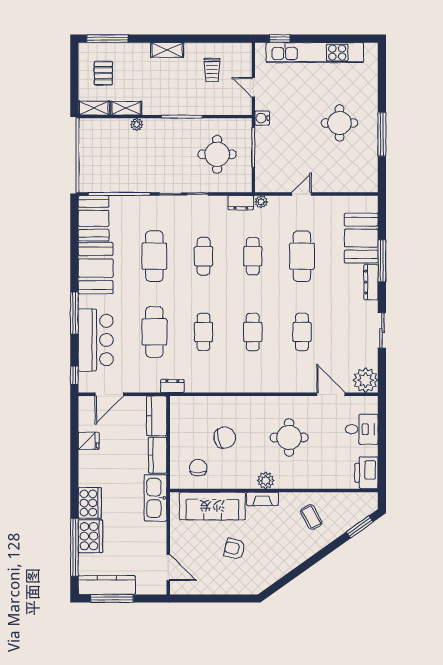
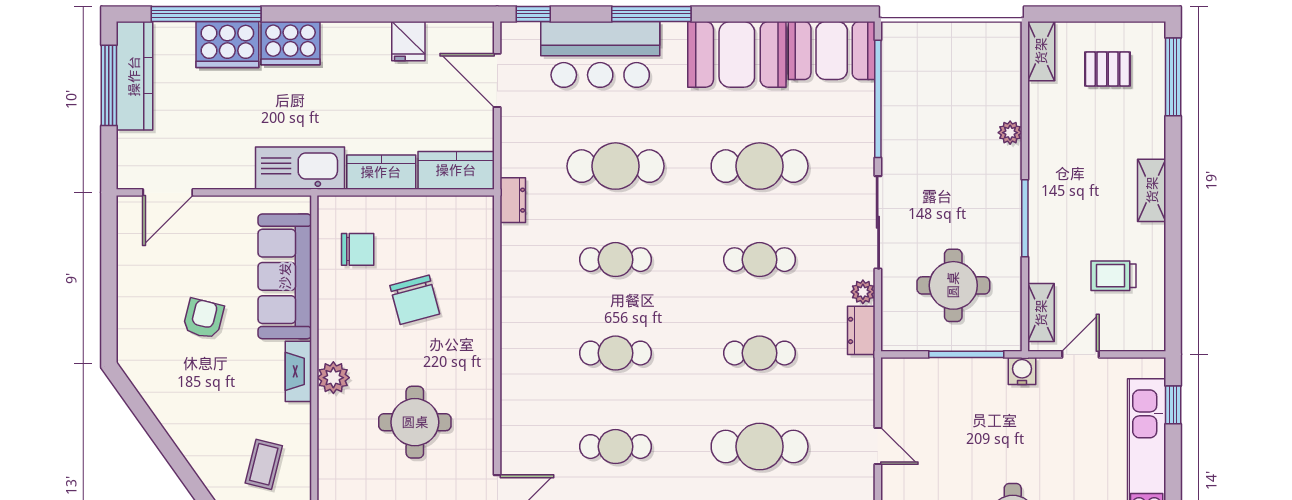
shelving: (126, 108) -> (1041, 313), moved
plant: (261, 202) -> (863, 292), moved
coffee table: (311, 517) -> (264, 464), turned -48

